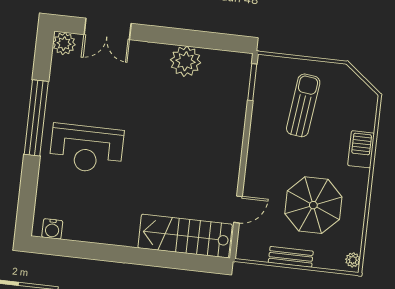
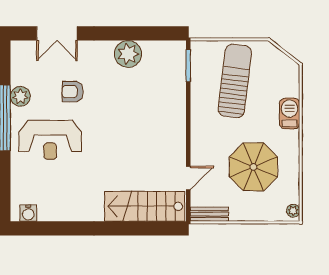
plant: (64, 44) -> (20, 96), moved
armchair: (118, 97) -> (73, 92), added
sun lounger: (303, 105) -> (235, 81), width x1.36, depth x1.34
bench: (291, 257) -> (209, 214), moved

